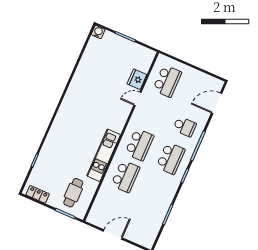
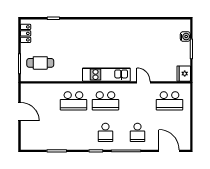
water cooler: (98, 32) -> (185, 37), moved
fridge: (137, 79) -> (184, 74), moved, turned -90
kitchen unit: (104, 155) -> (106, 75), moved
school desk: (171, 158) -> (105, 132), width x0.54

